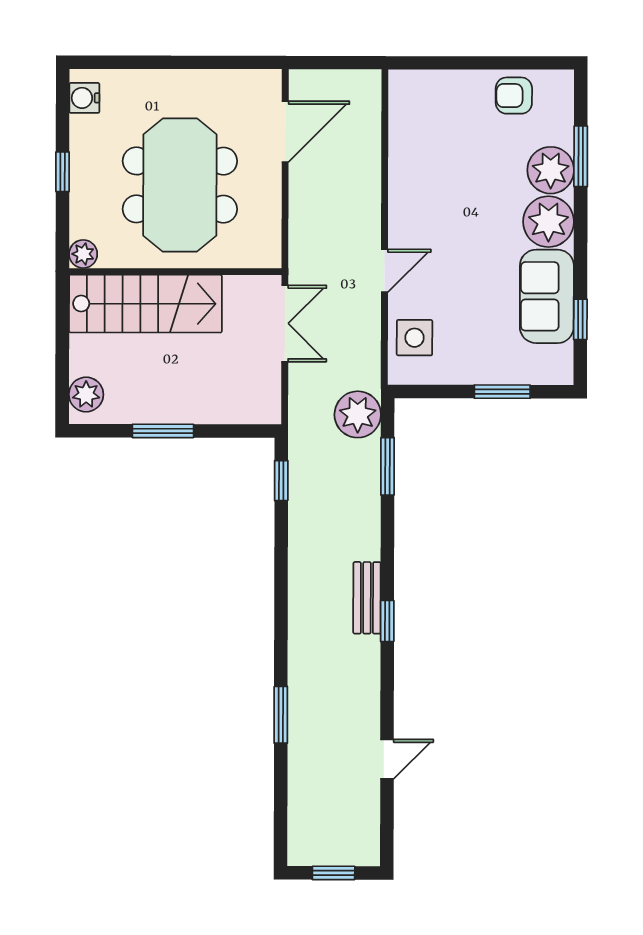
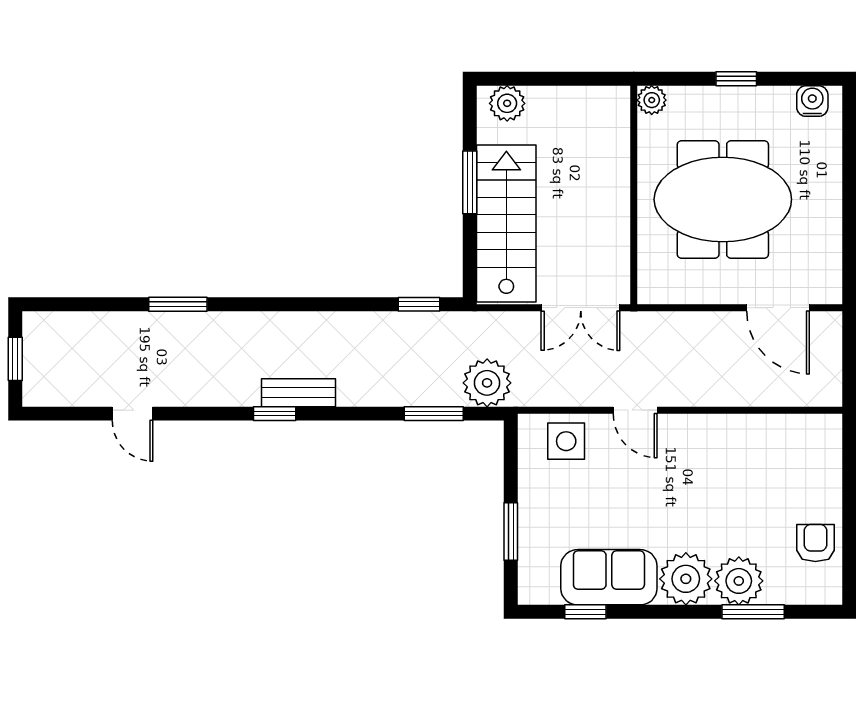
stairs: (145, 304) -> (506, 223), moved, turned 180

